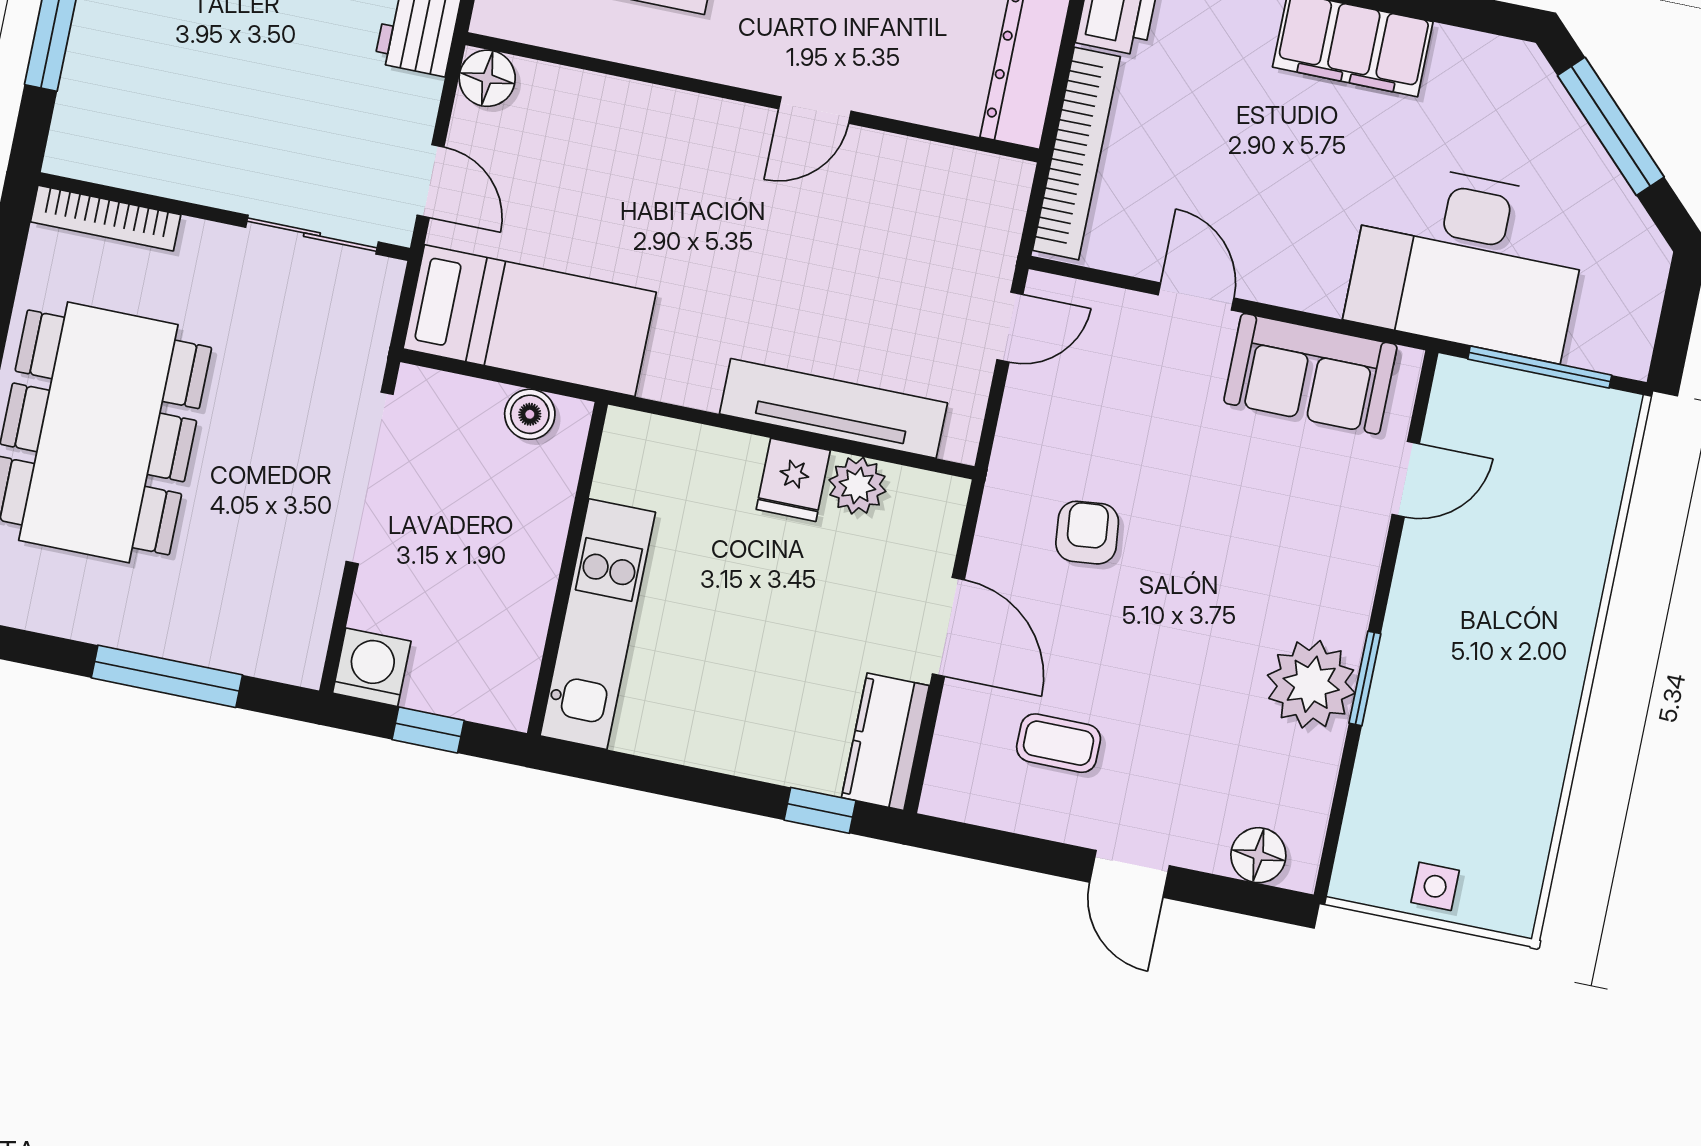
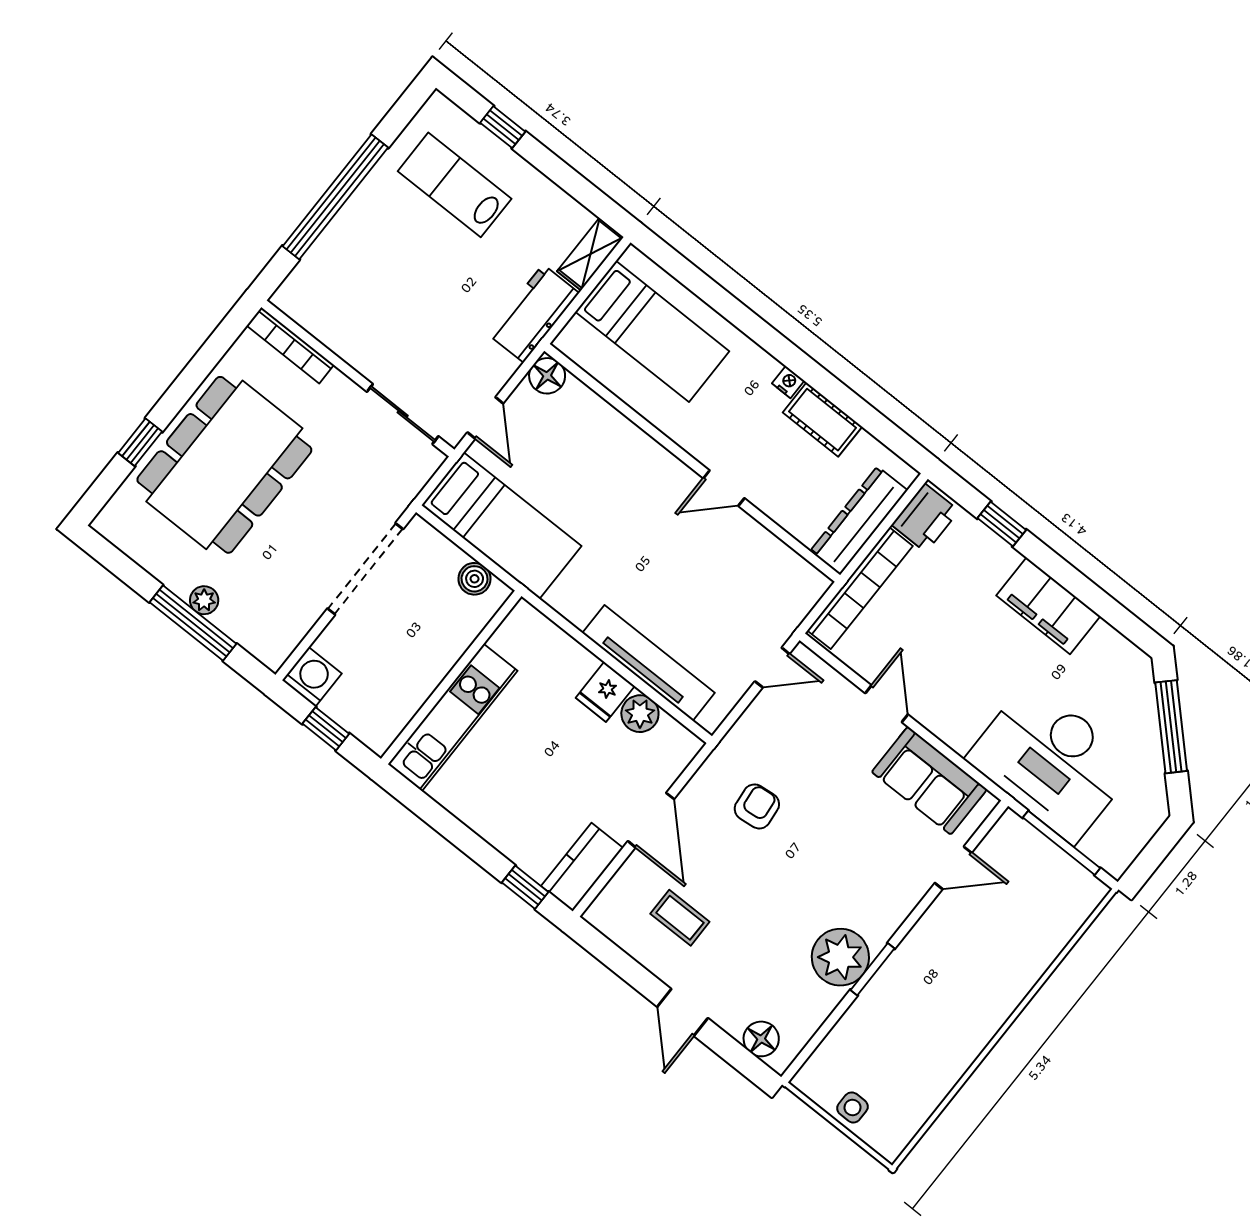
plant: (166, 637) -> (204, 600), added

